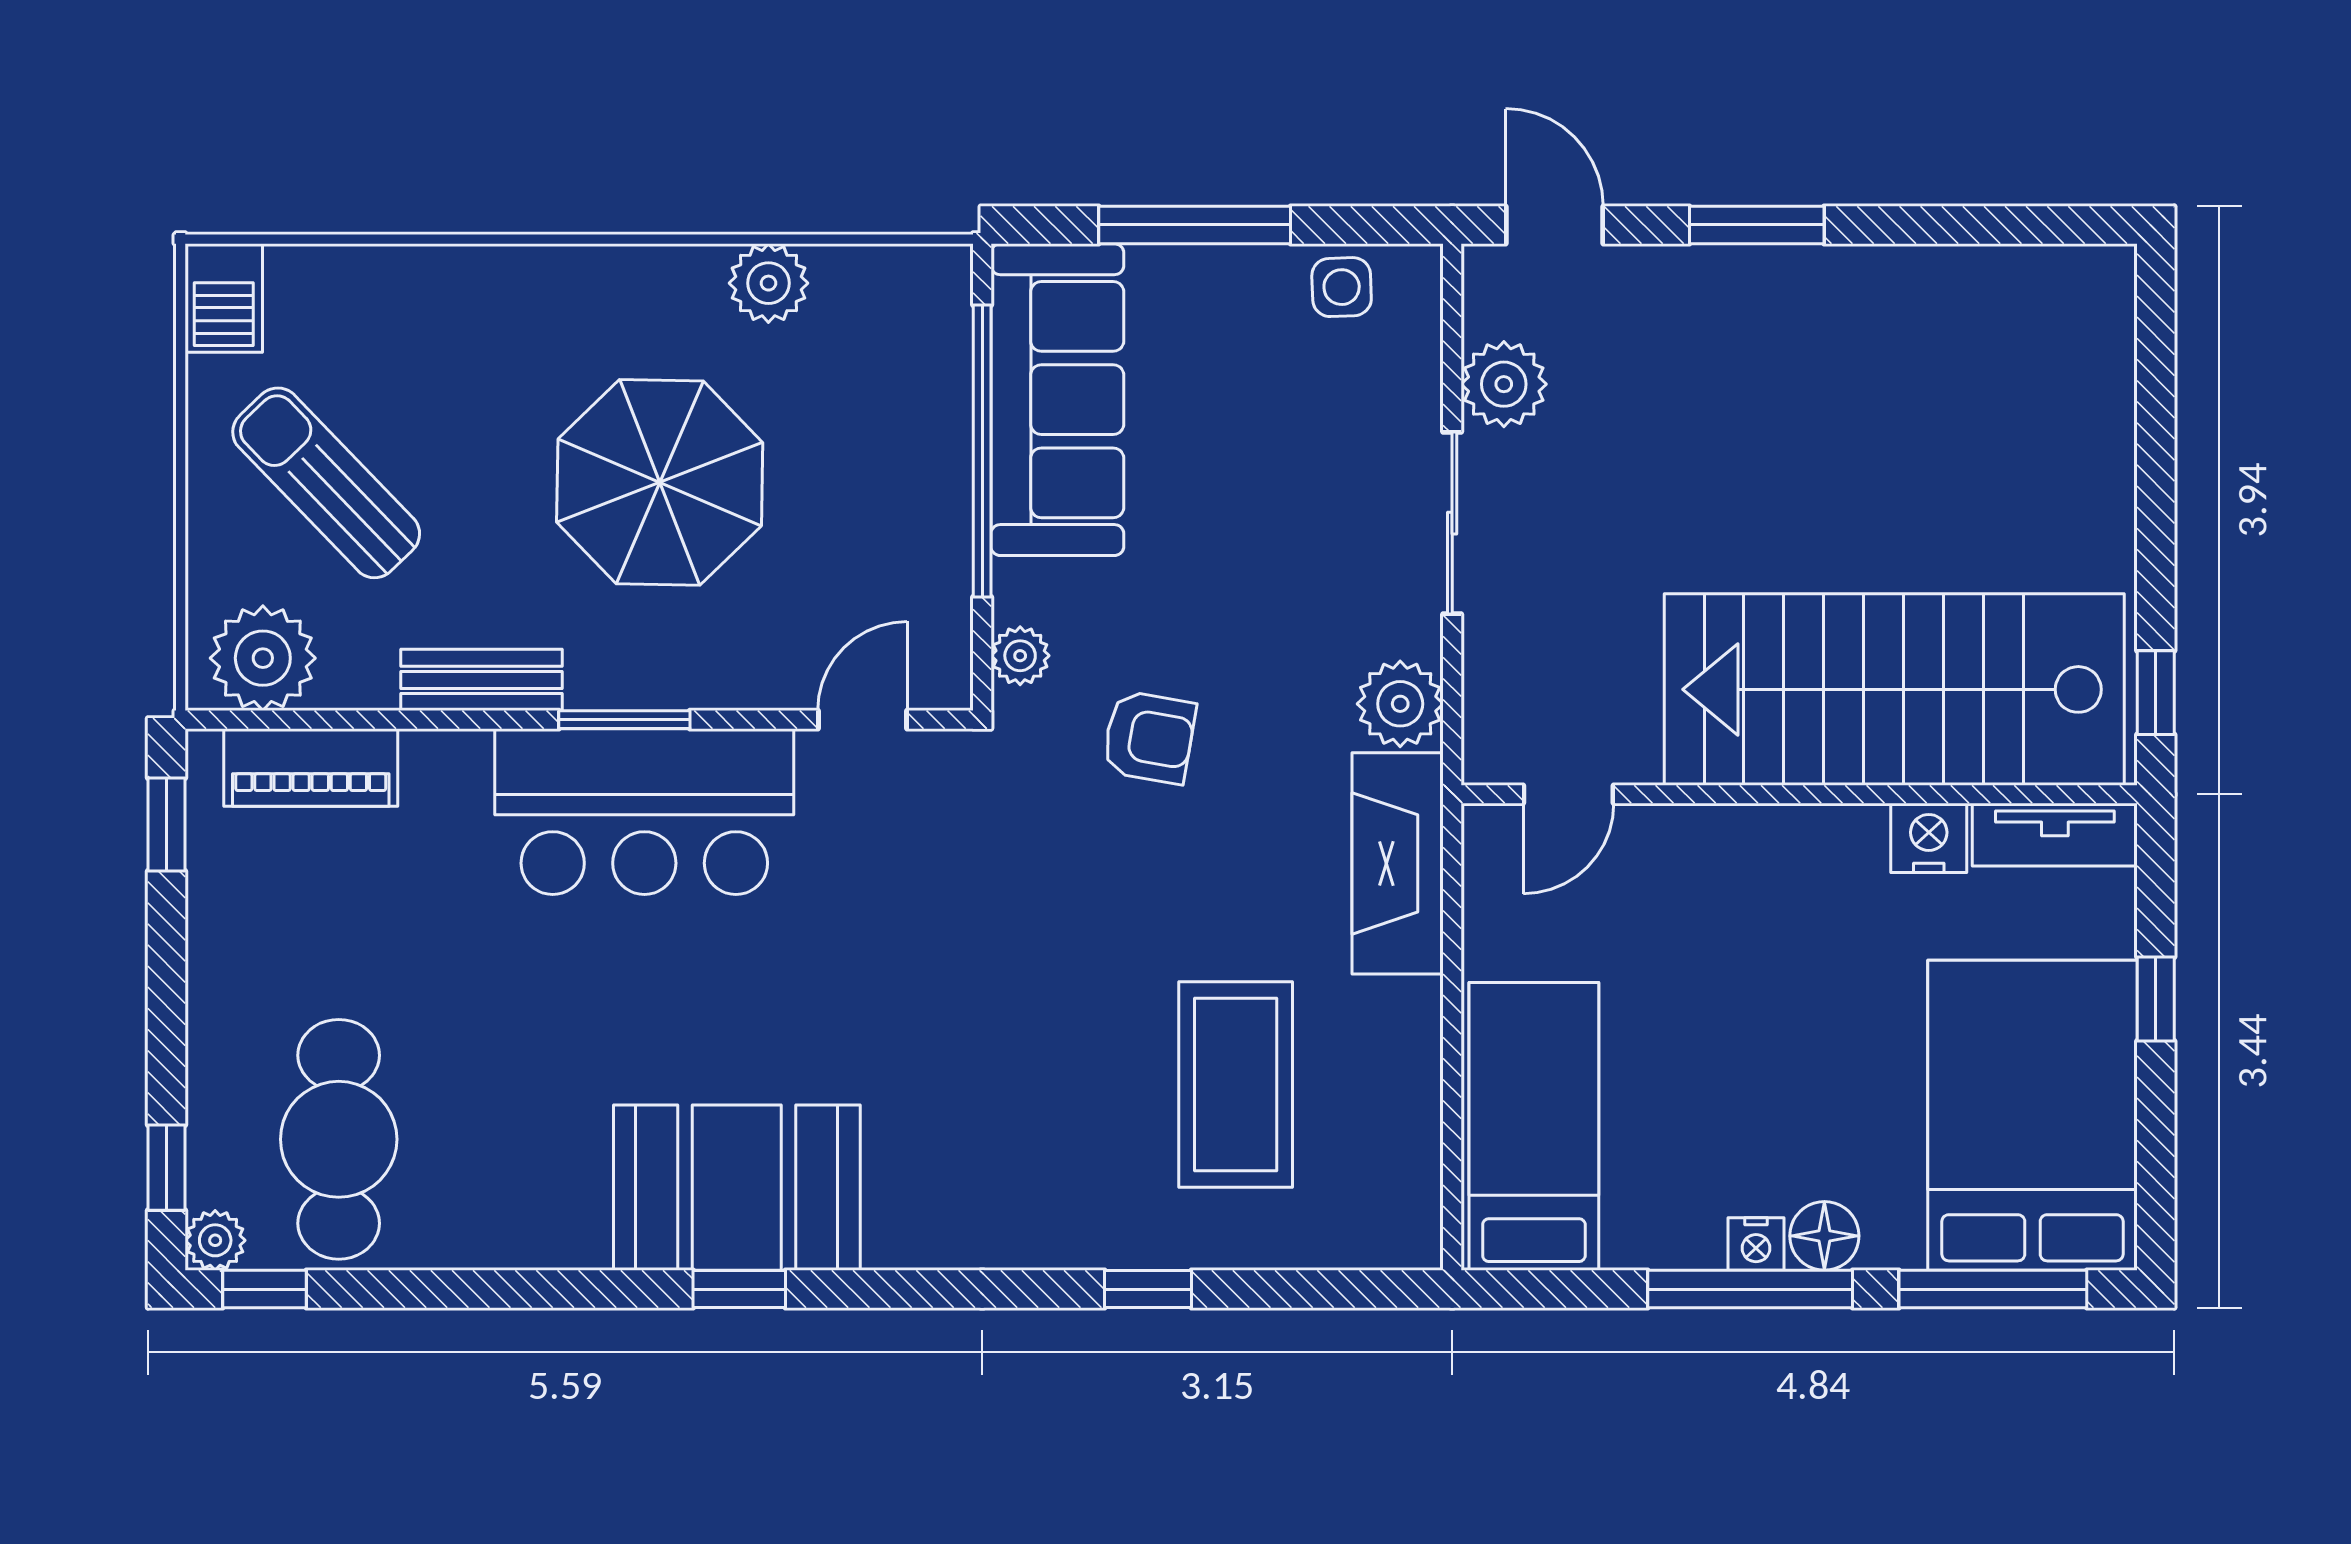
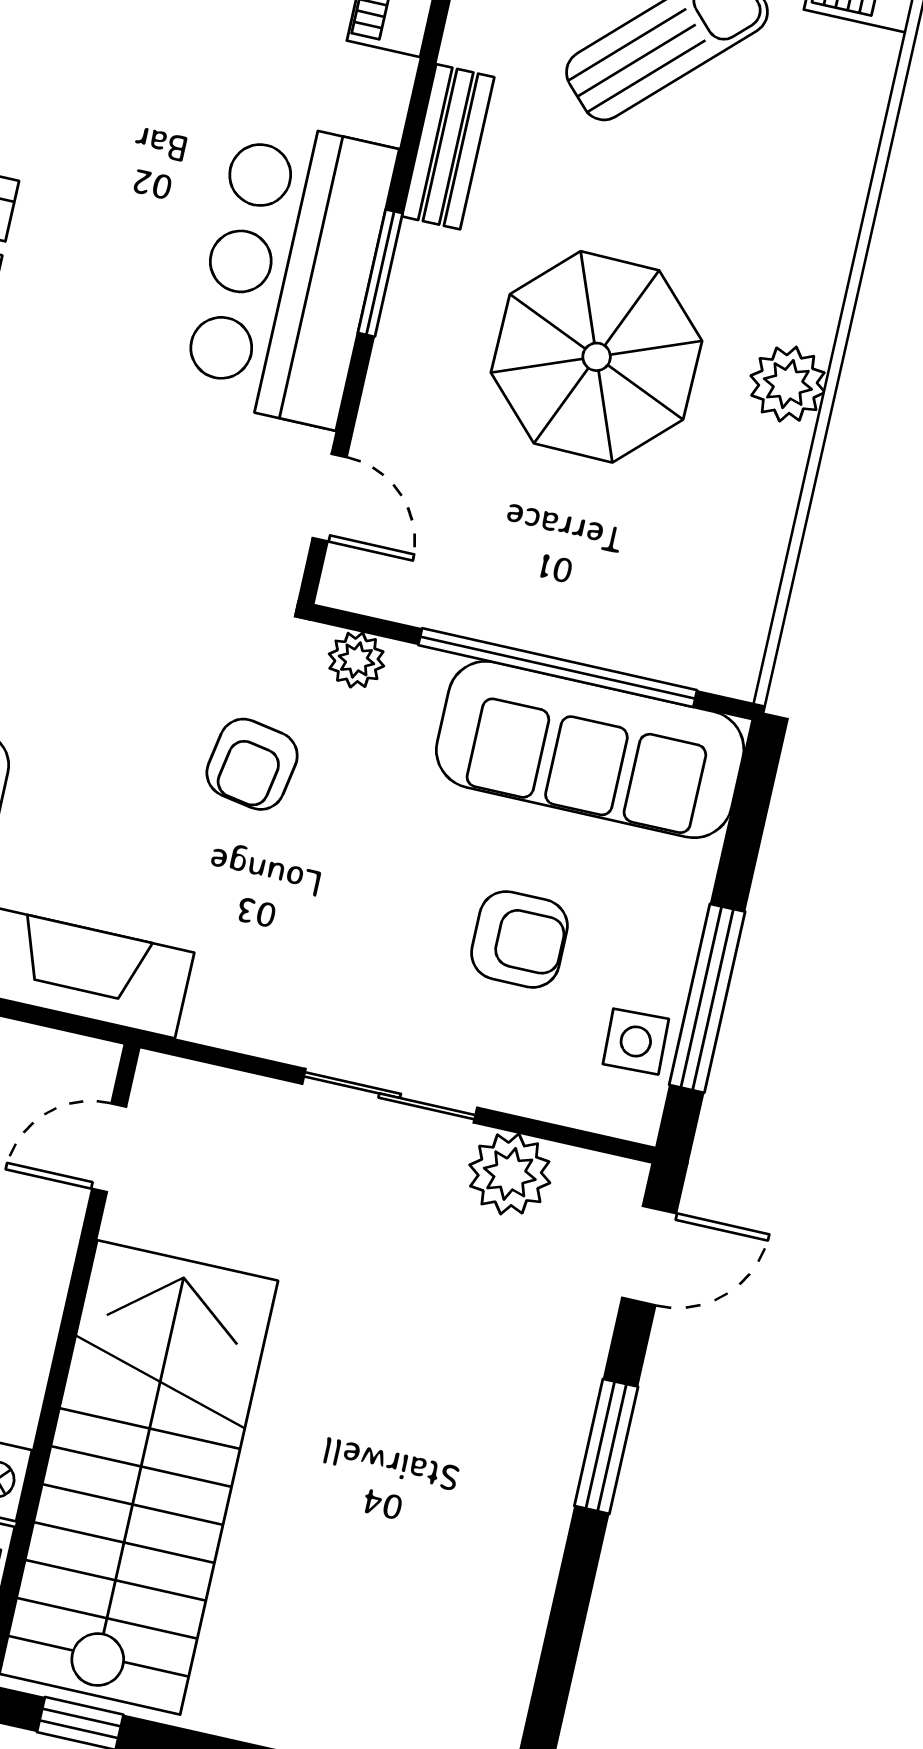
window: (1195, 225) -> (707, 998), moved
plant: (768, 283) -> (788, 384), moved
armchair: (1265, 428) -> (519, 939), added
plant: (1400, 704) -> (230, 1008), removed
door: (1568, 794) -> (109, 1148), hinge flipped

